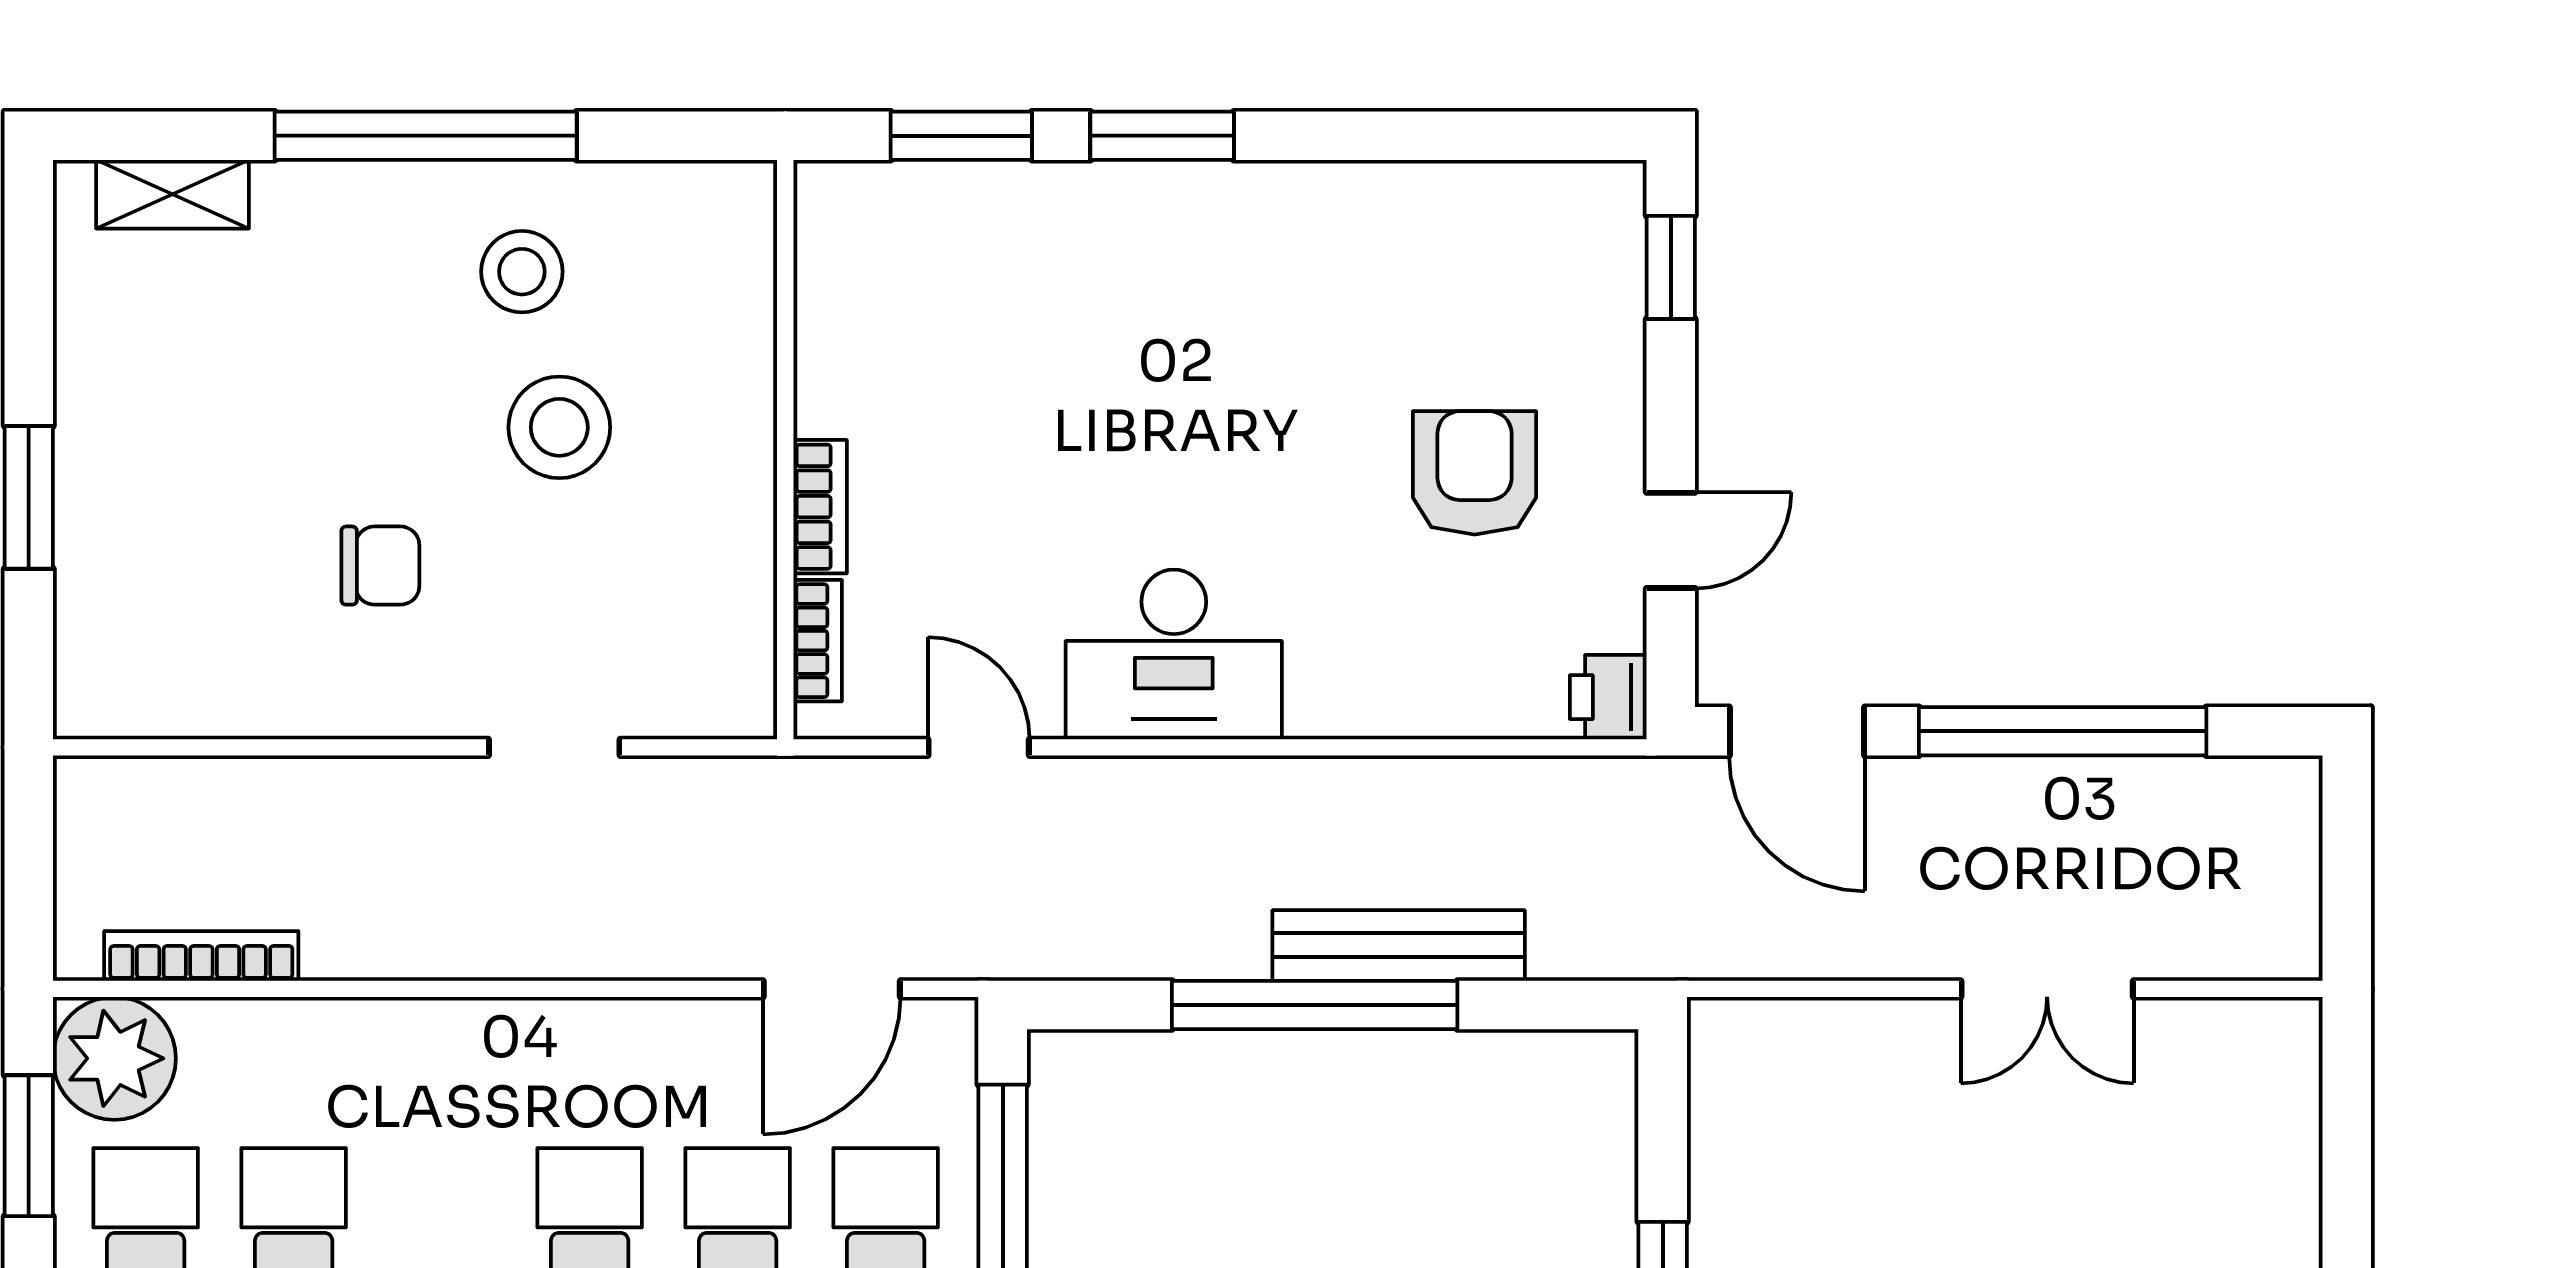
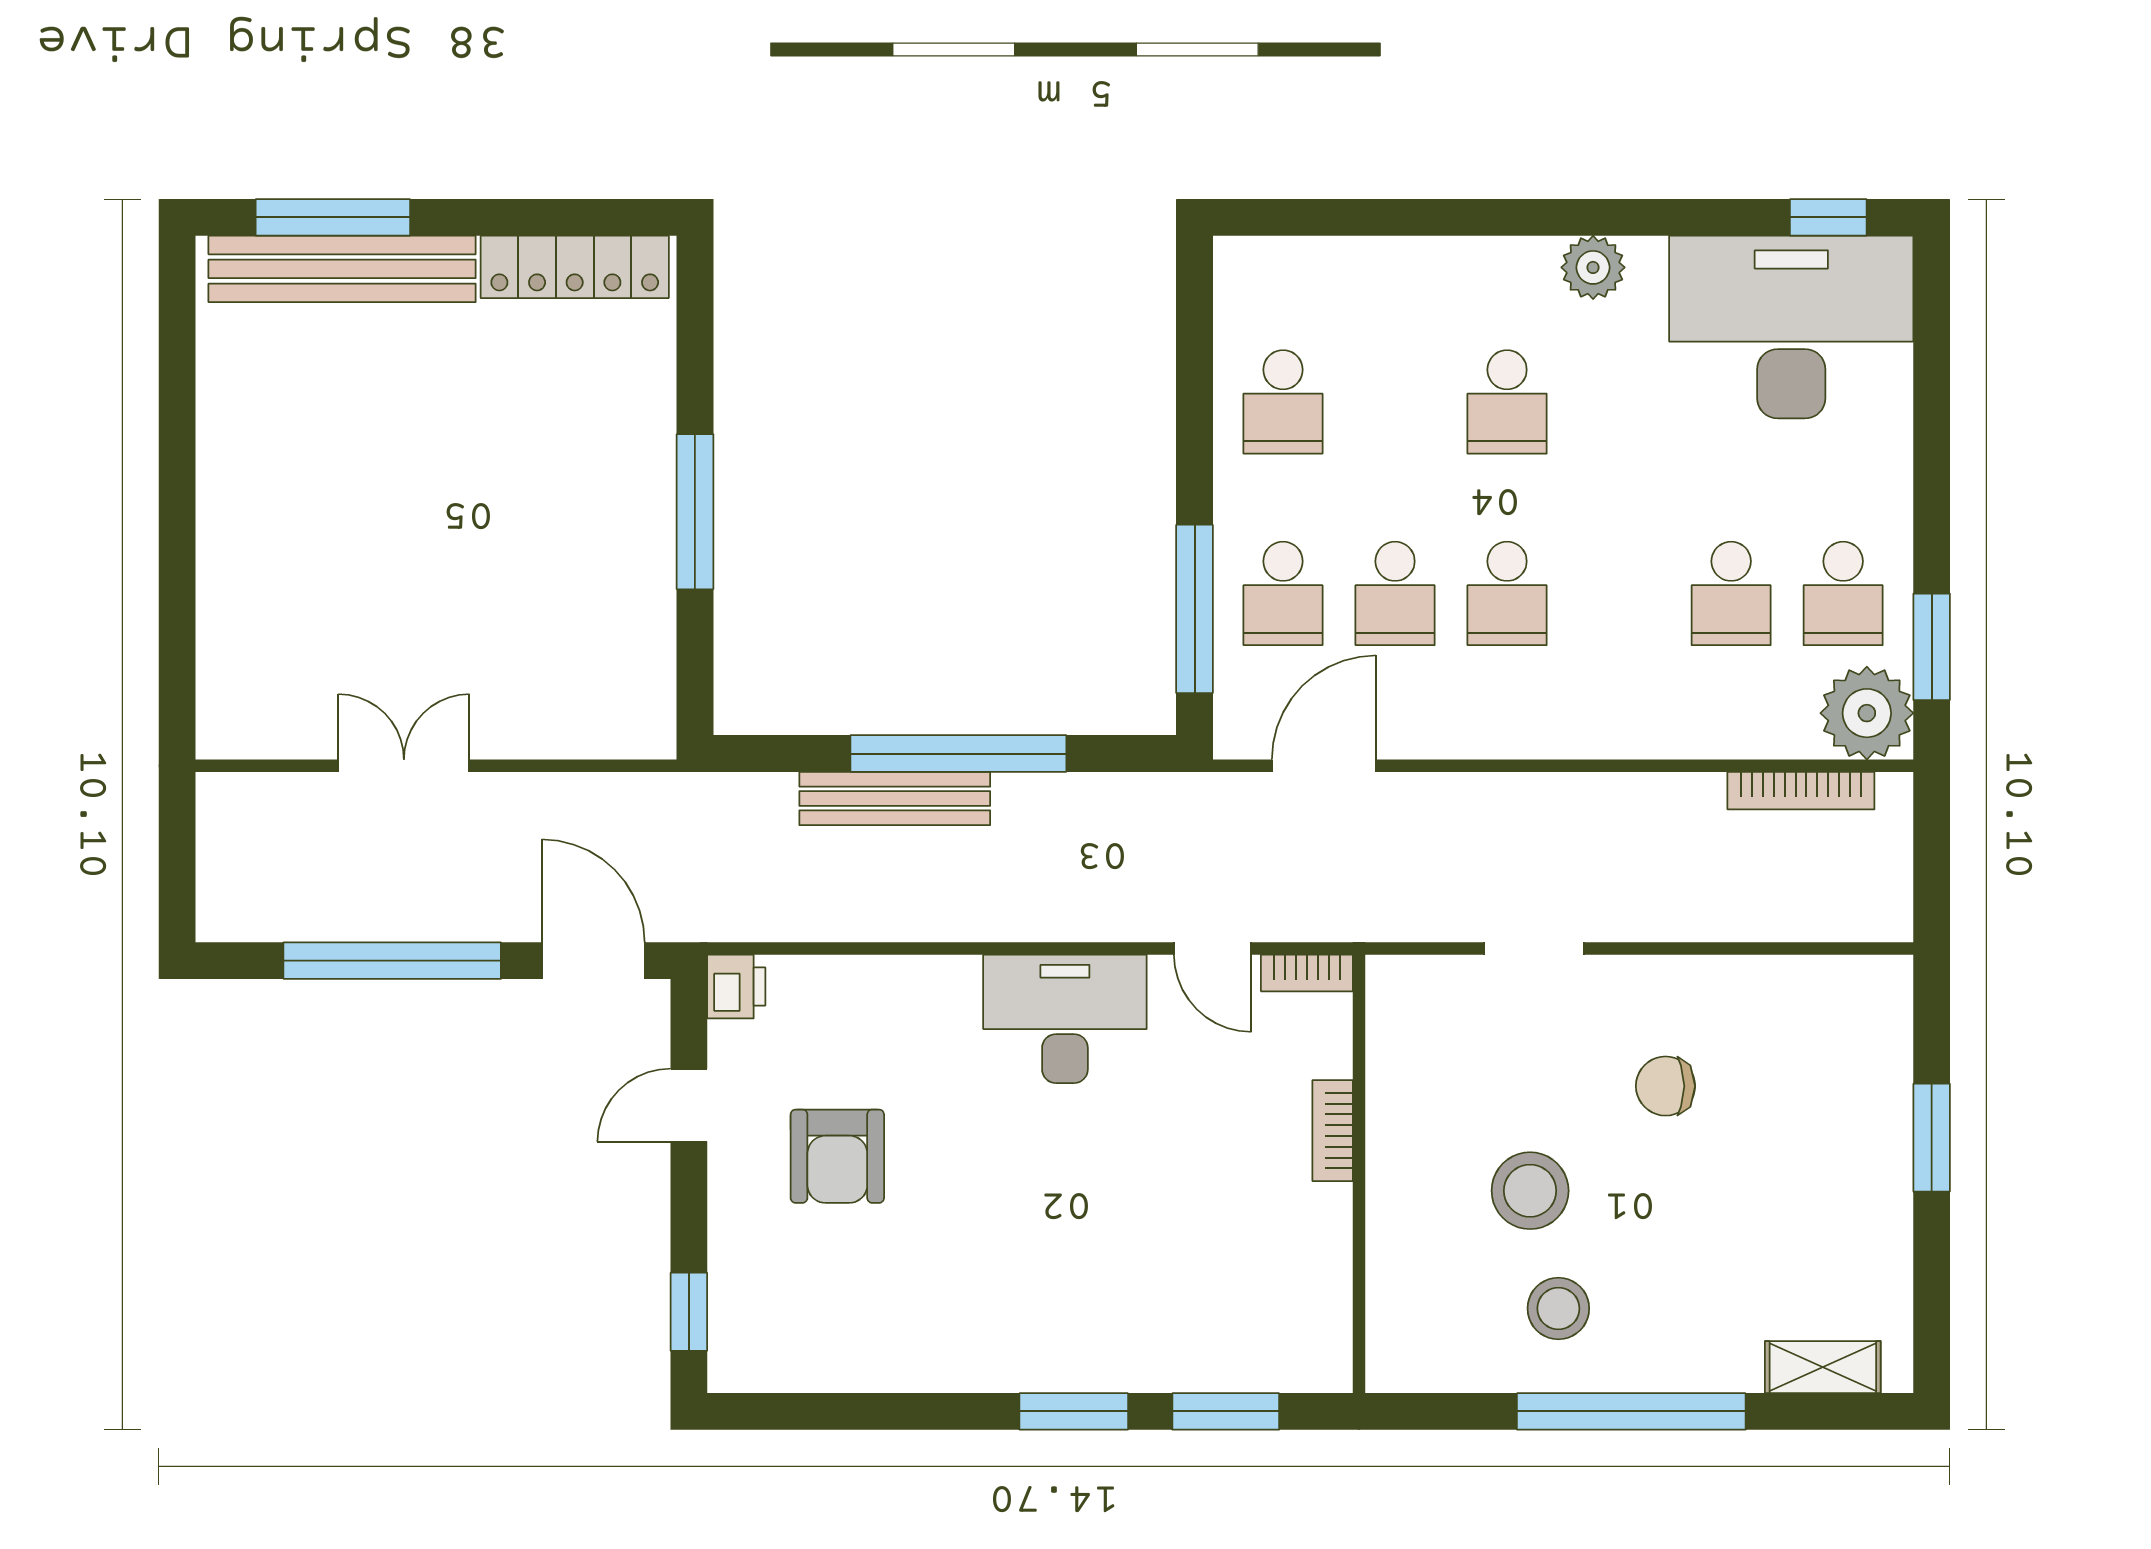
bookcase: (818, 641) -> (1307, 973), moved, turned -90

